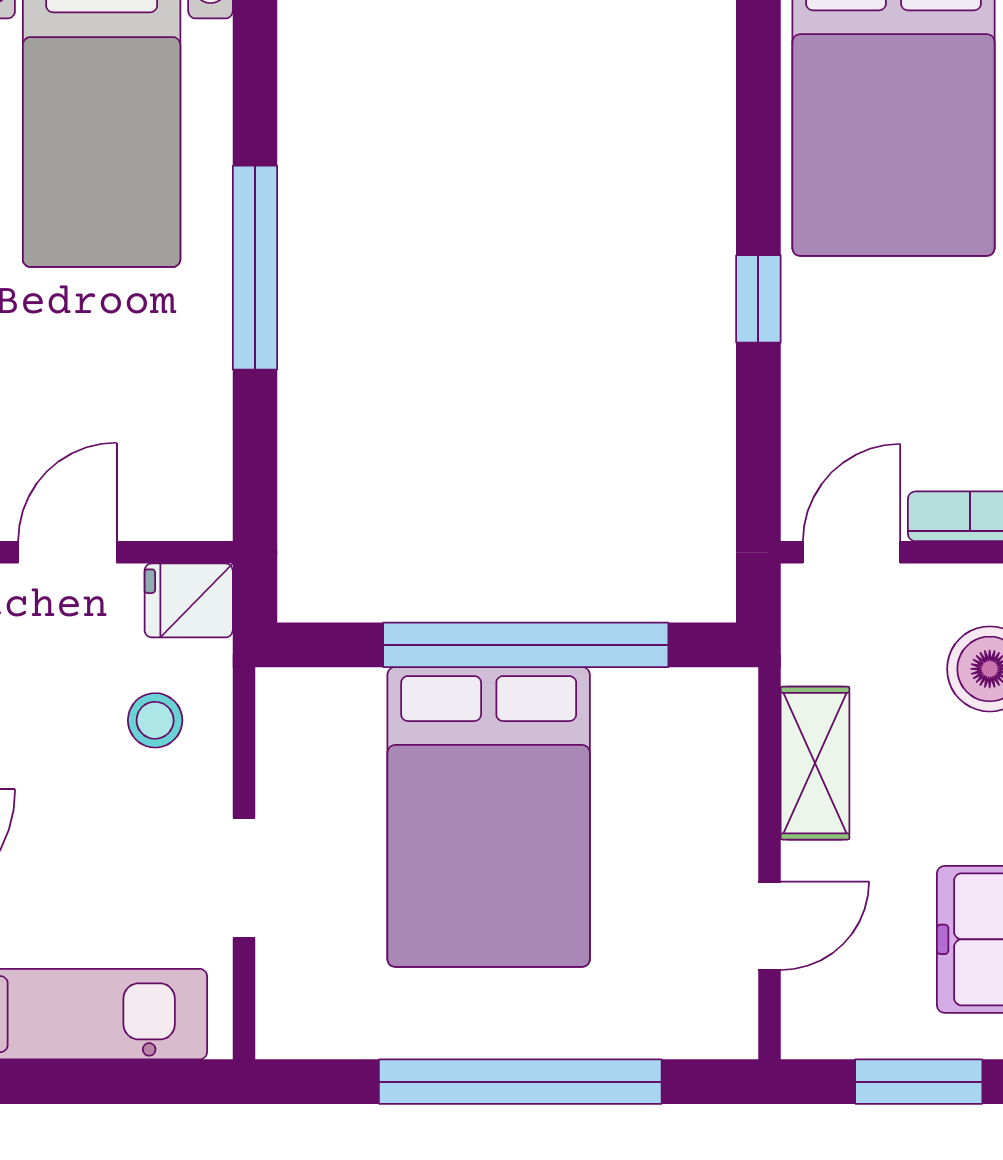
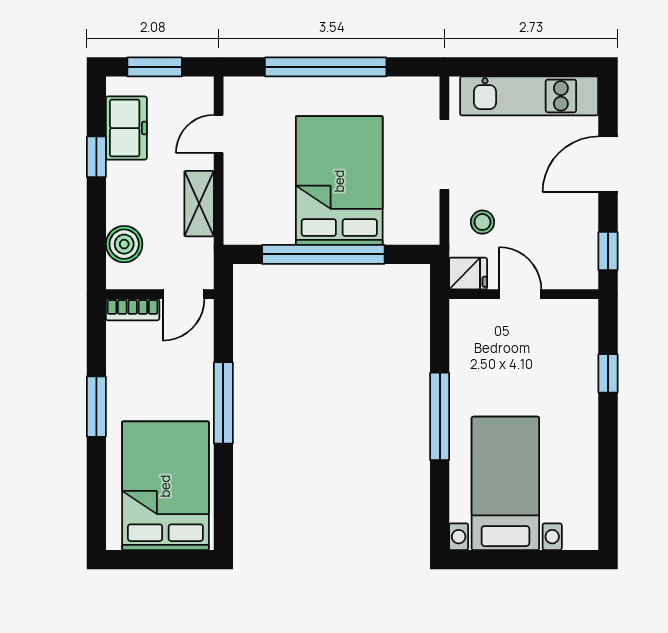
window: (758, 299) -> (223, 403), width x2.17
door: (67, 552) -> (520, 294), swing flipped
doorway: (244, 878) -> (444, 155), width x1.38

